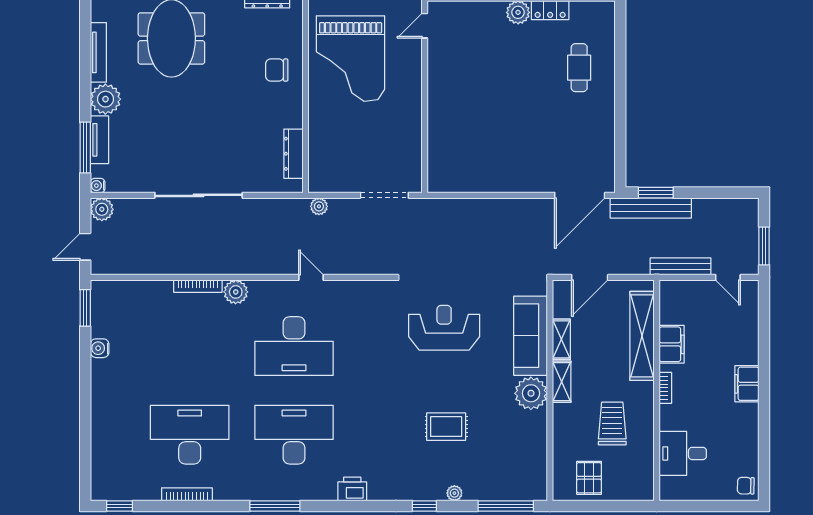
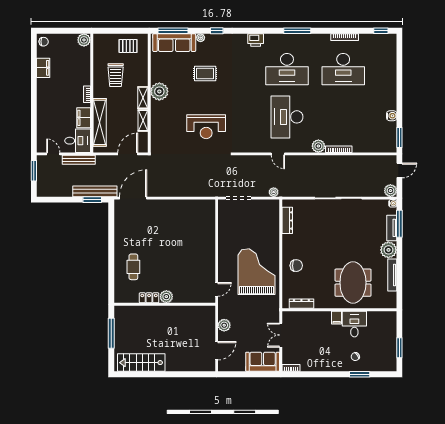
sofa: (531, 336) -> (174, 43), moved, turned 90
desk: (294, 346) -> (287, 117), turned -90
filing cabinet: (747, 384) -> (43, 68), moved
desk: (683, 453) -> (78, 141), moved
pallet: (589, 478) -> (128, 46), turned 90
plant: (671, 489) -> (84, 40), added

